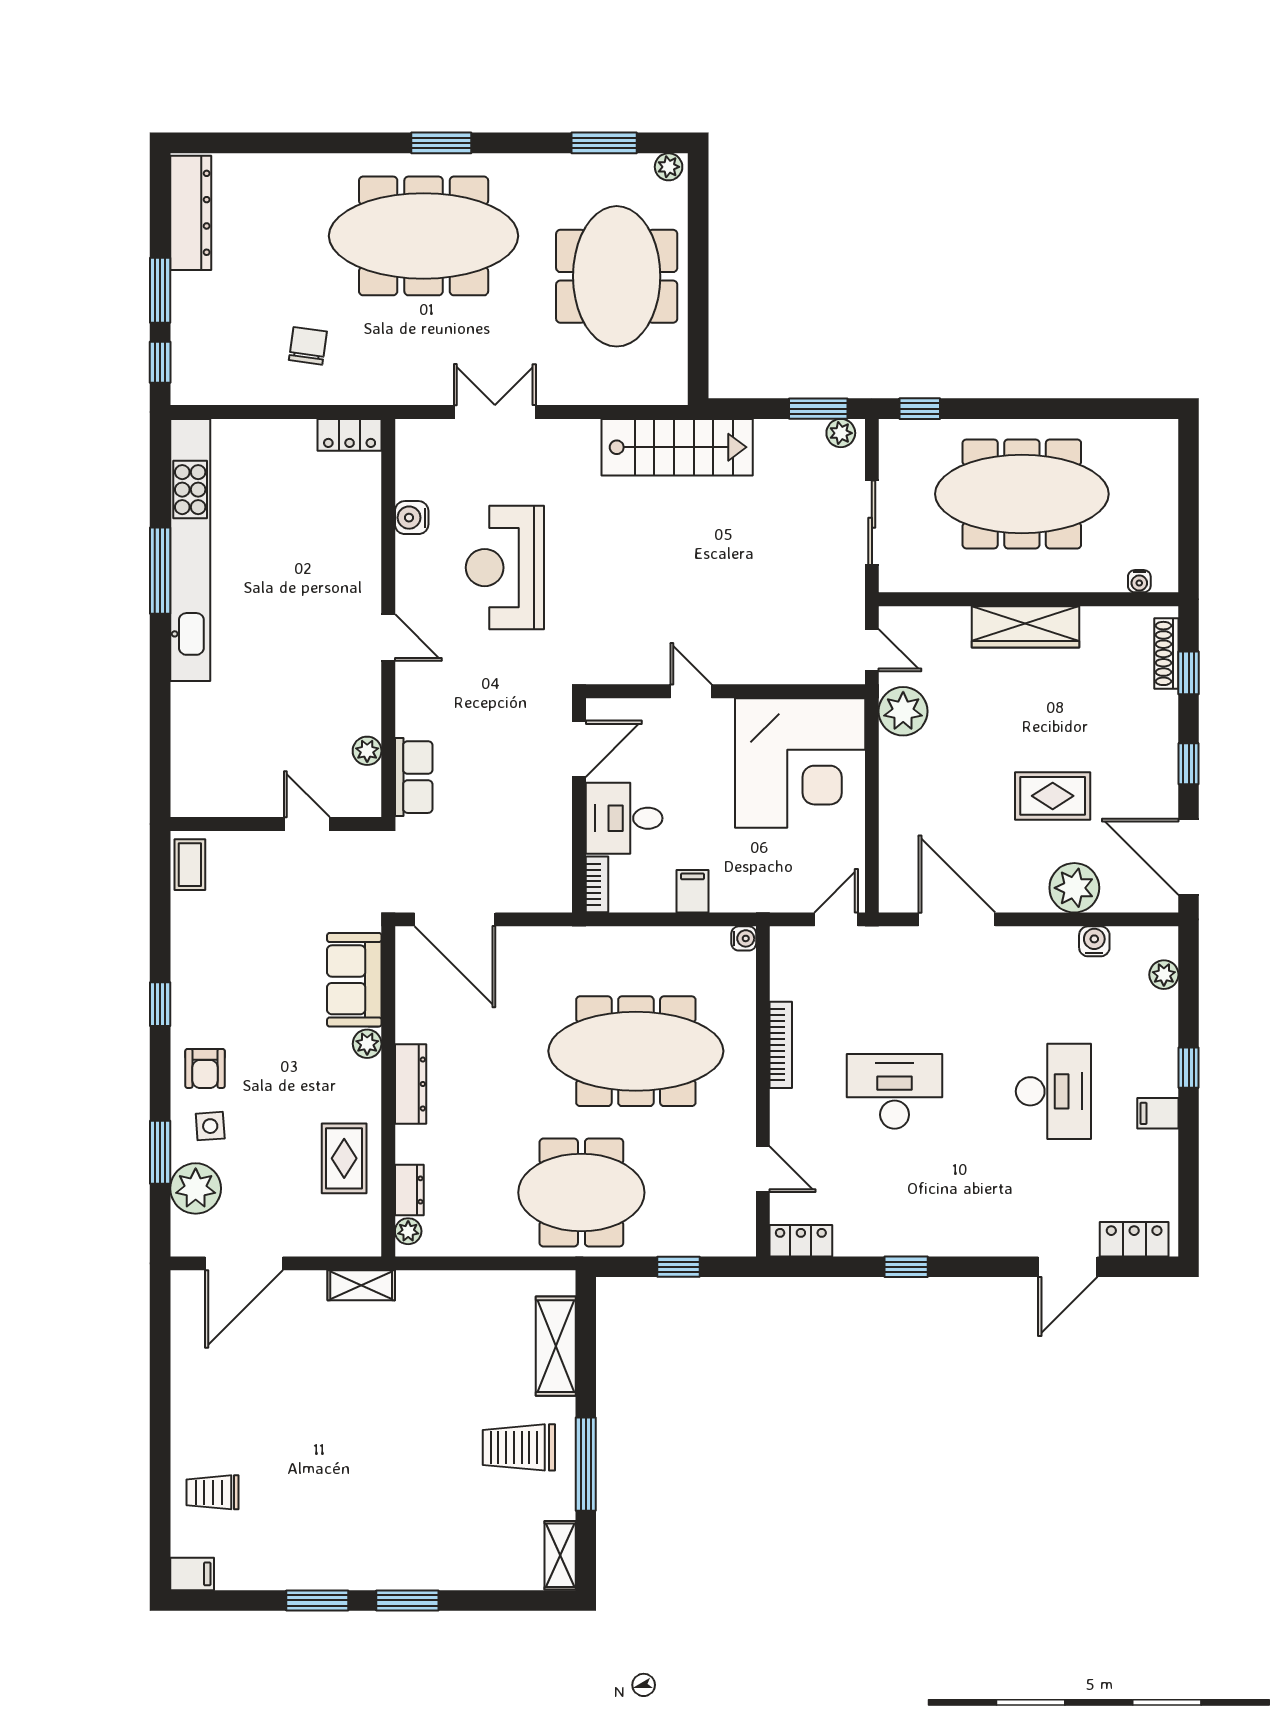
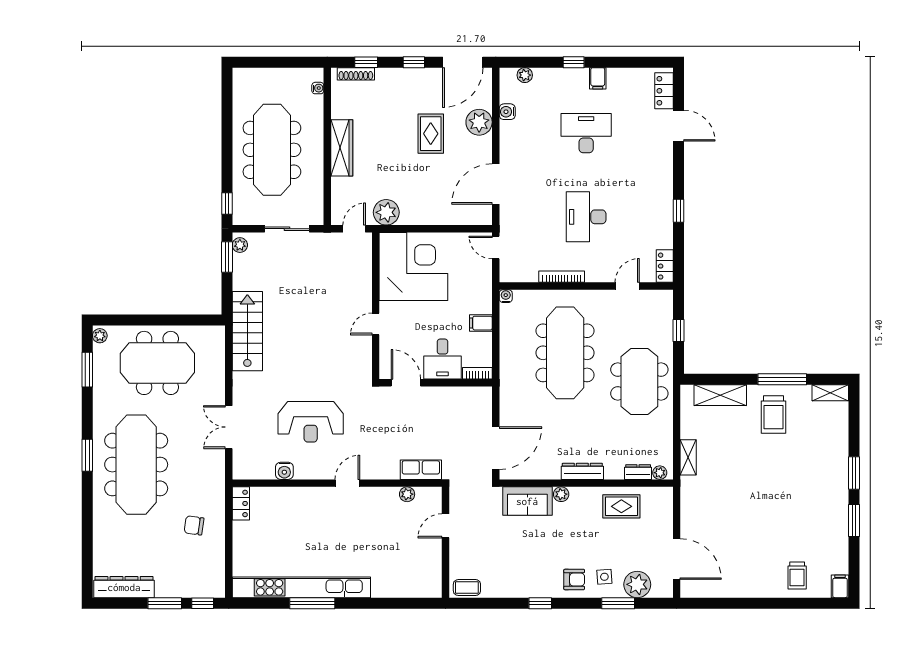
shelving: (361, 1285) -> (688, 457), moved

